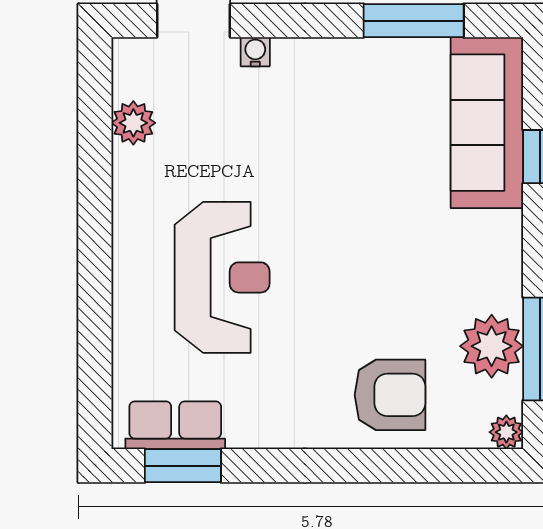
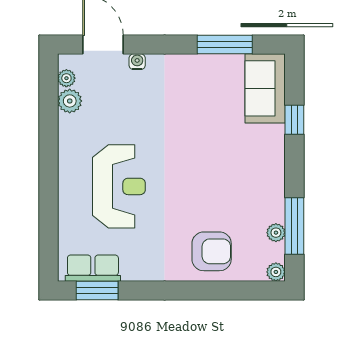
plant: (127, 82) -> (66, 78), added
sofa: (487, 123) -> (265, 88), width x0.73
plant: (492, 346) -> (276, 233), width x0.53, depth x0.53

